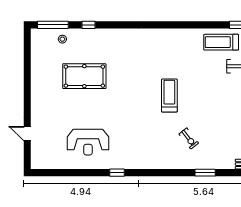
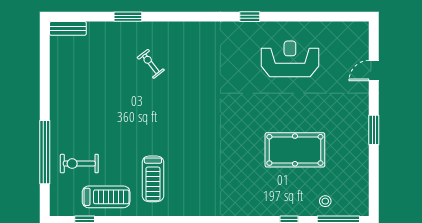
window: (27, 91) -> (374, 130), added
treadmill: (169, 95) -> (153, 179), moved
door: (27, 134) -> (374, 71), swing flipped

